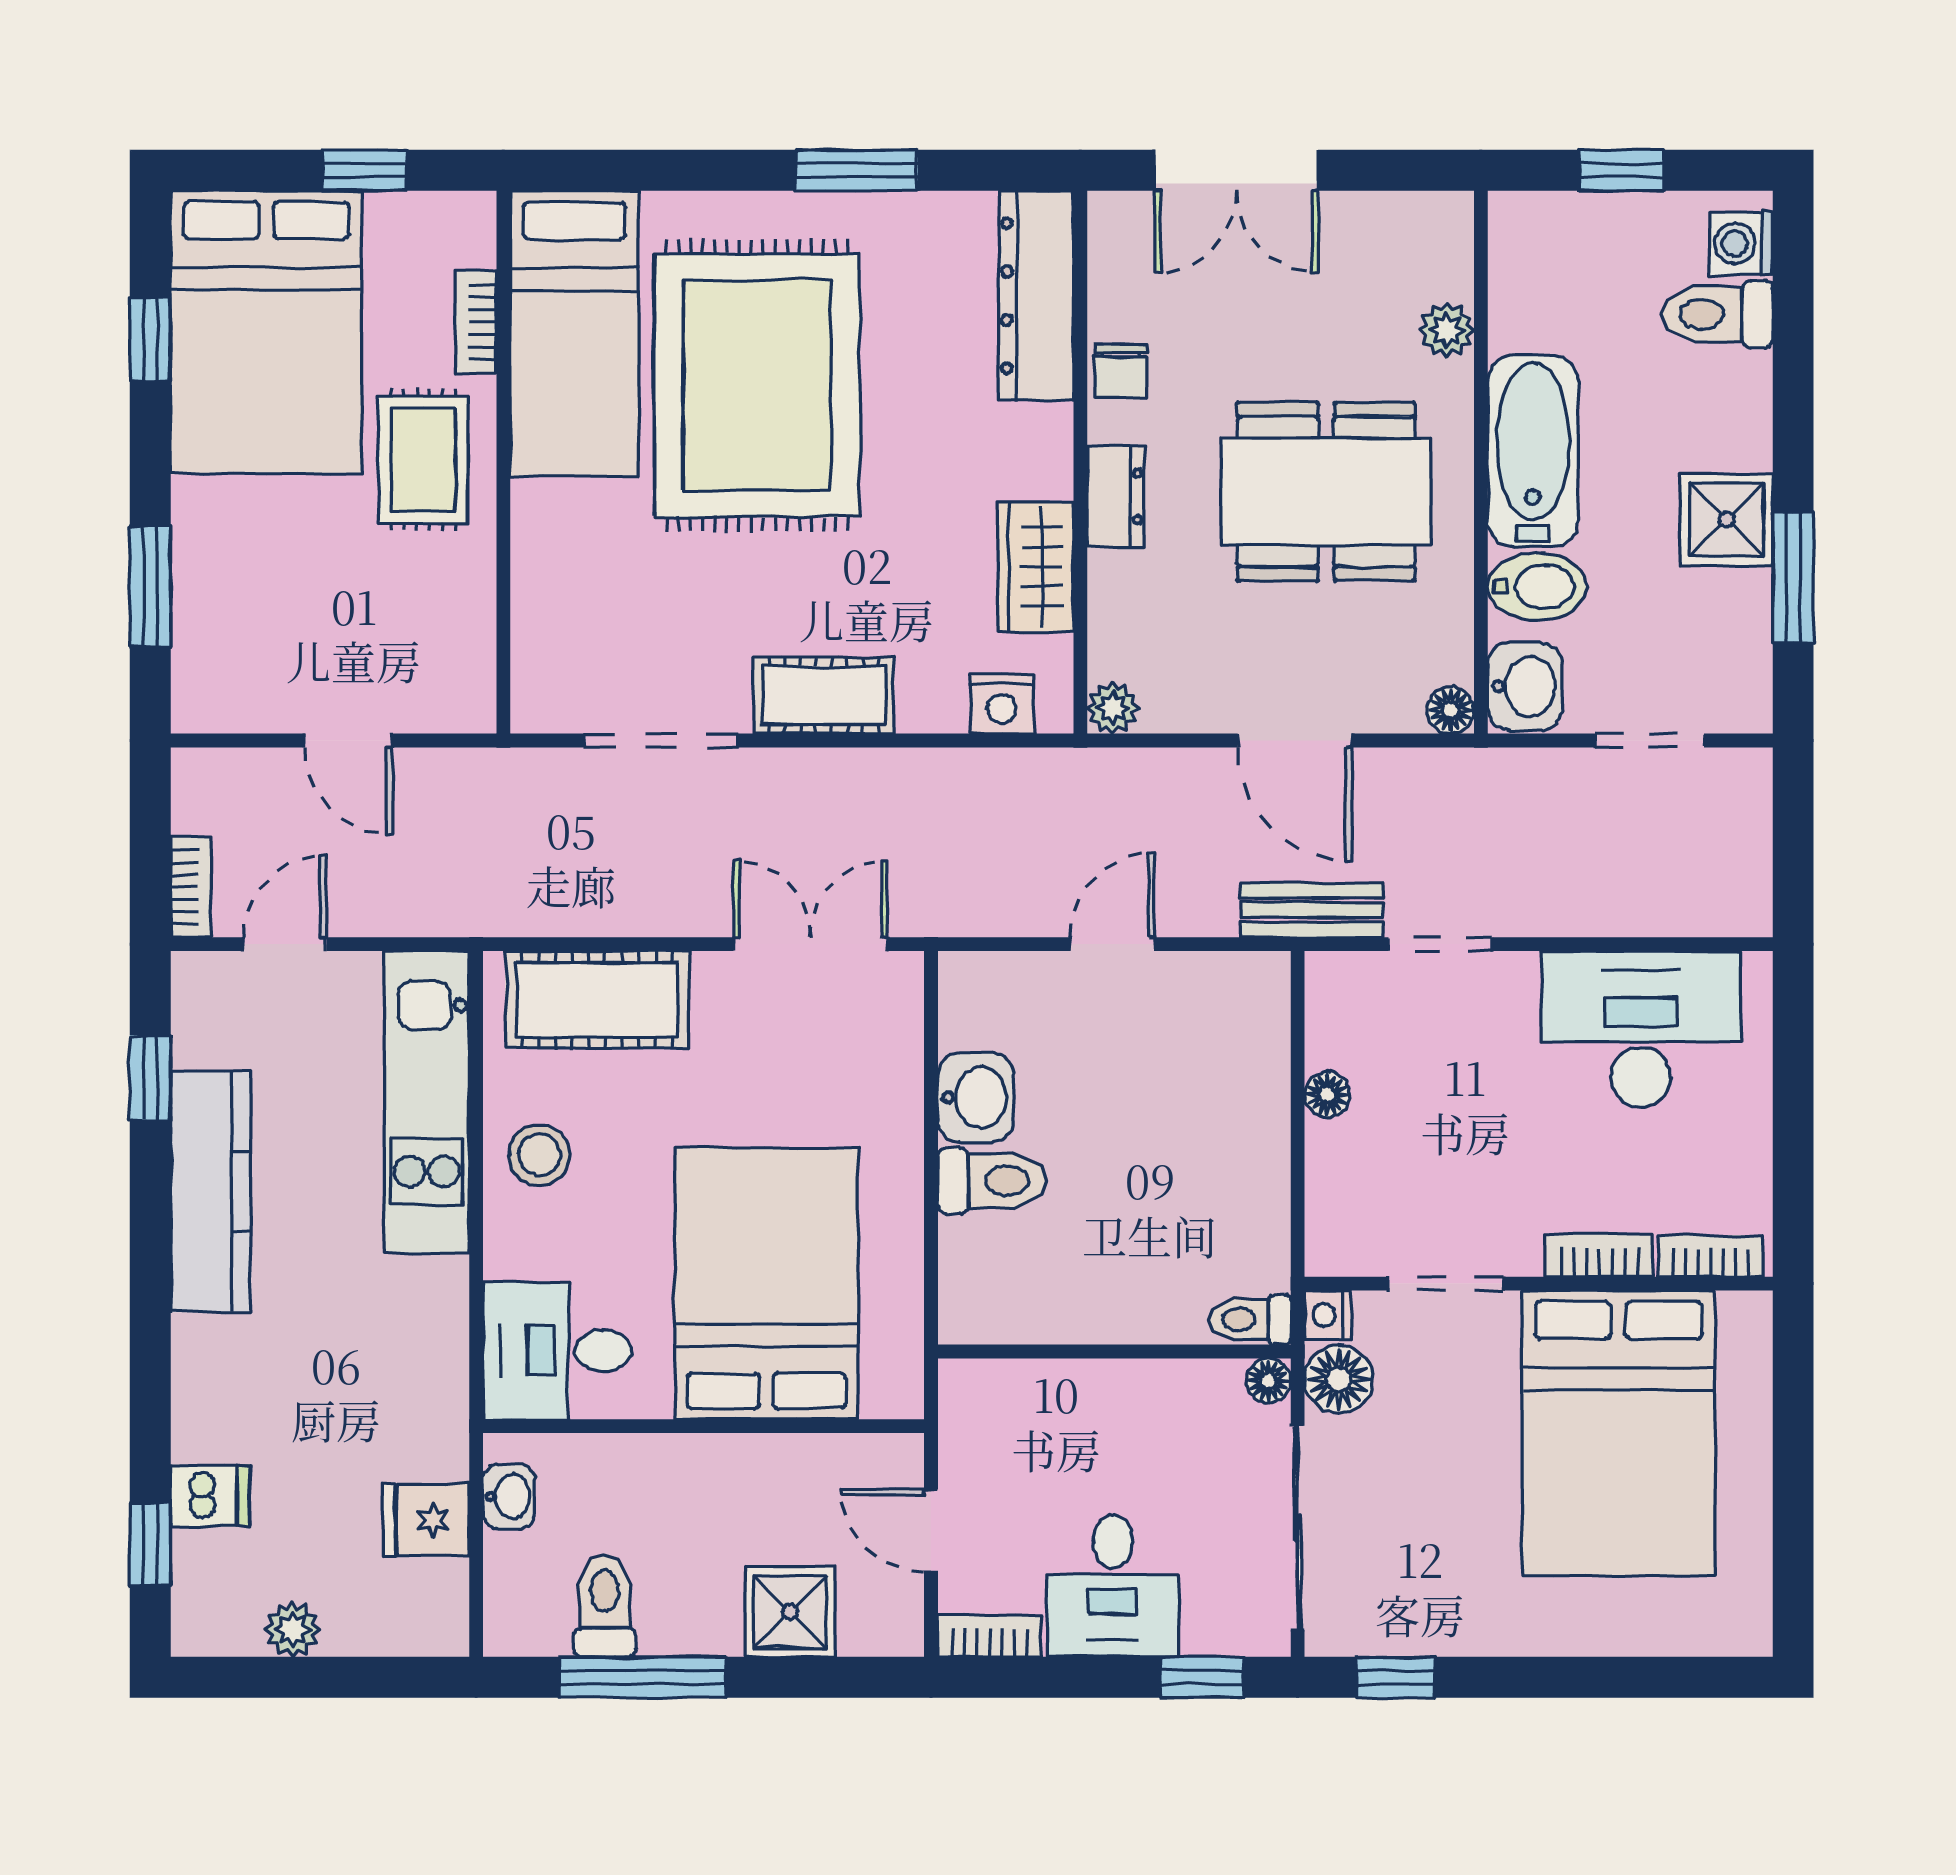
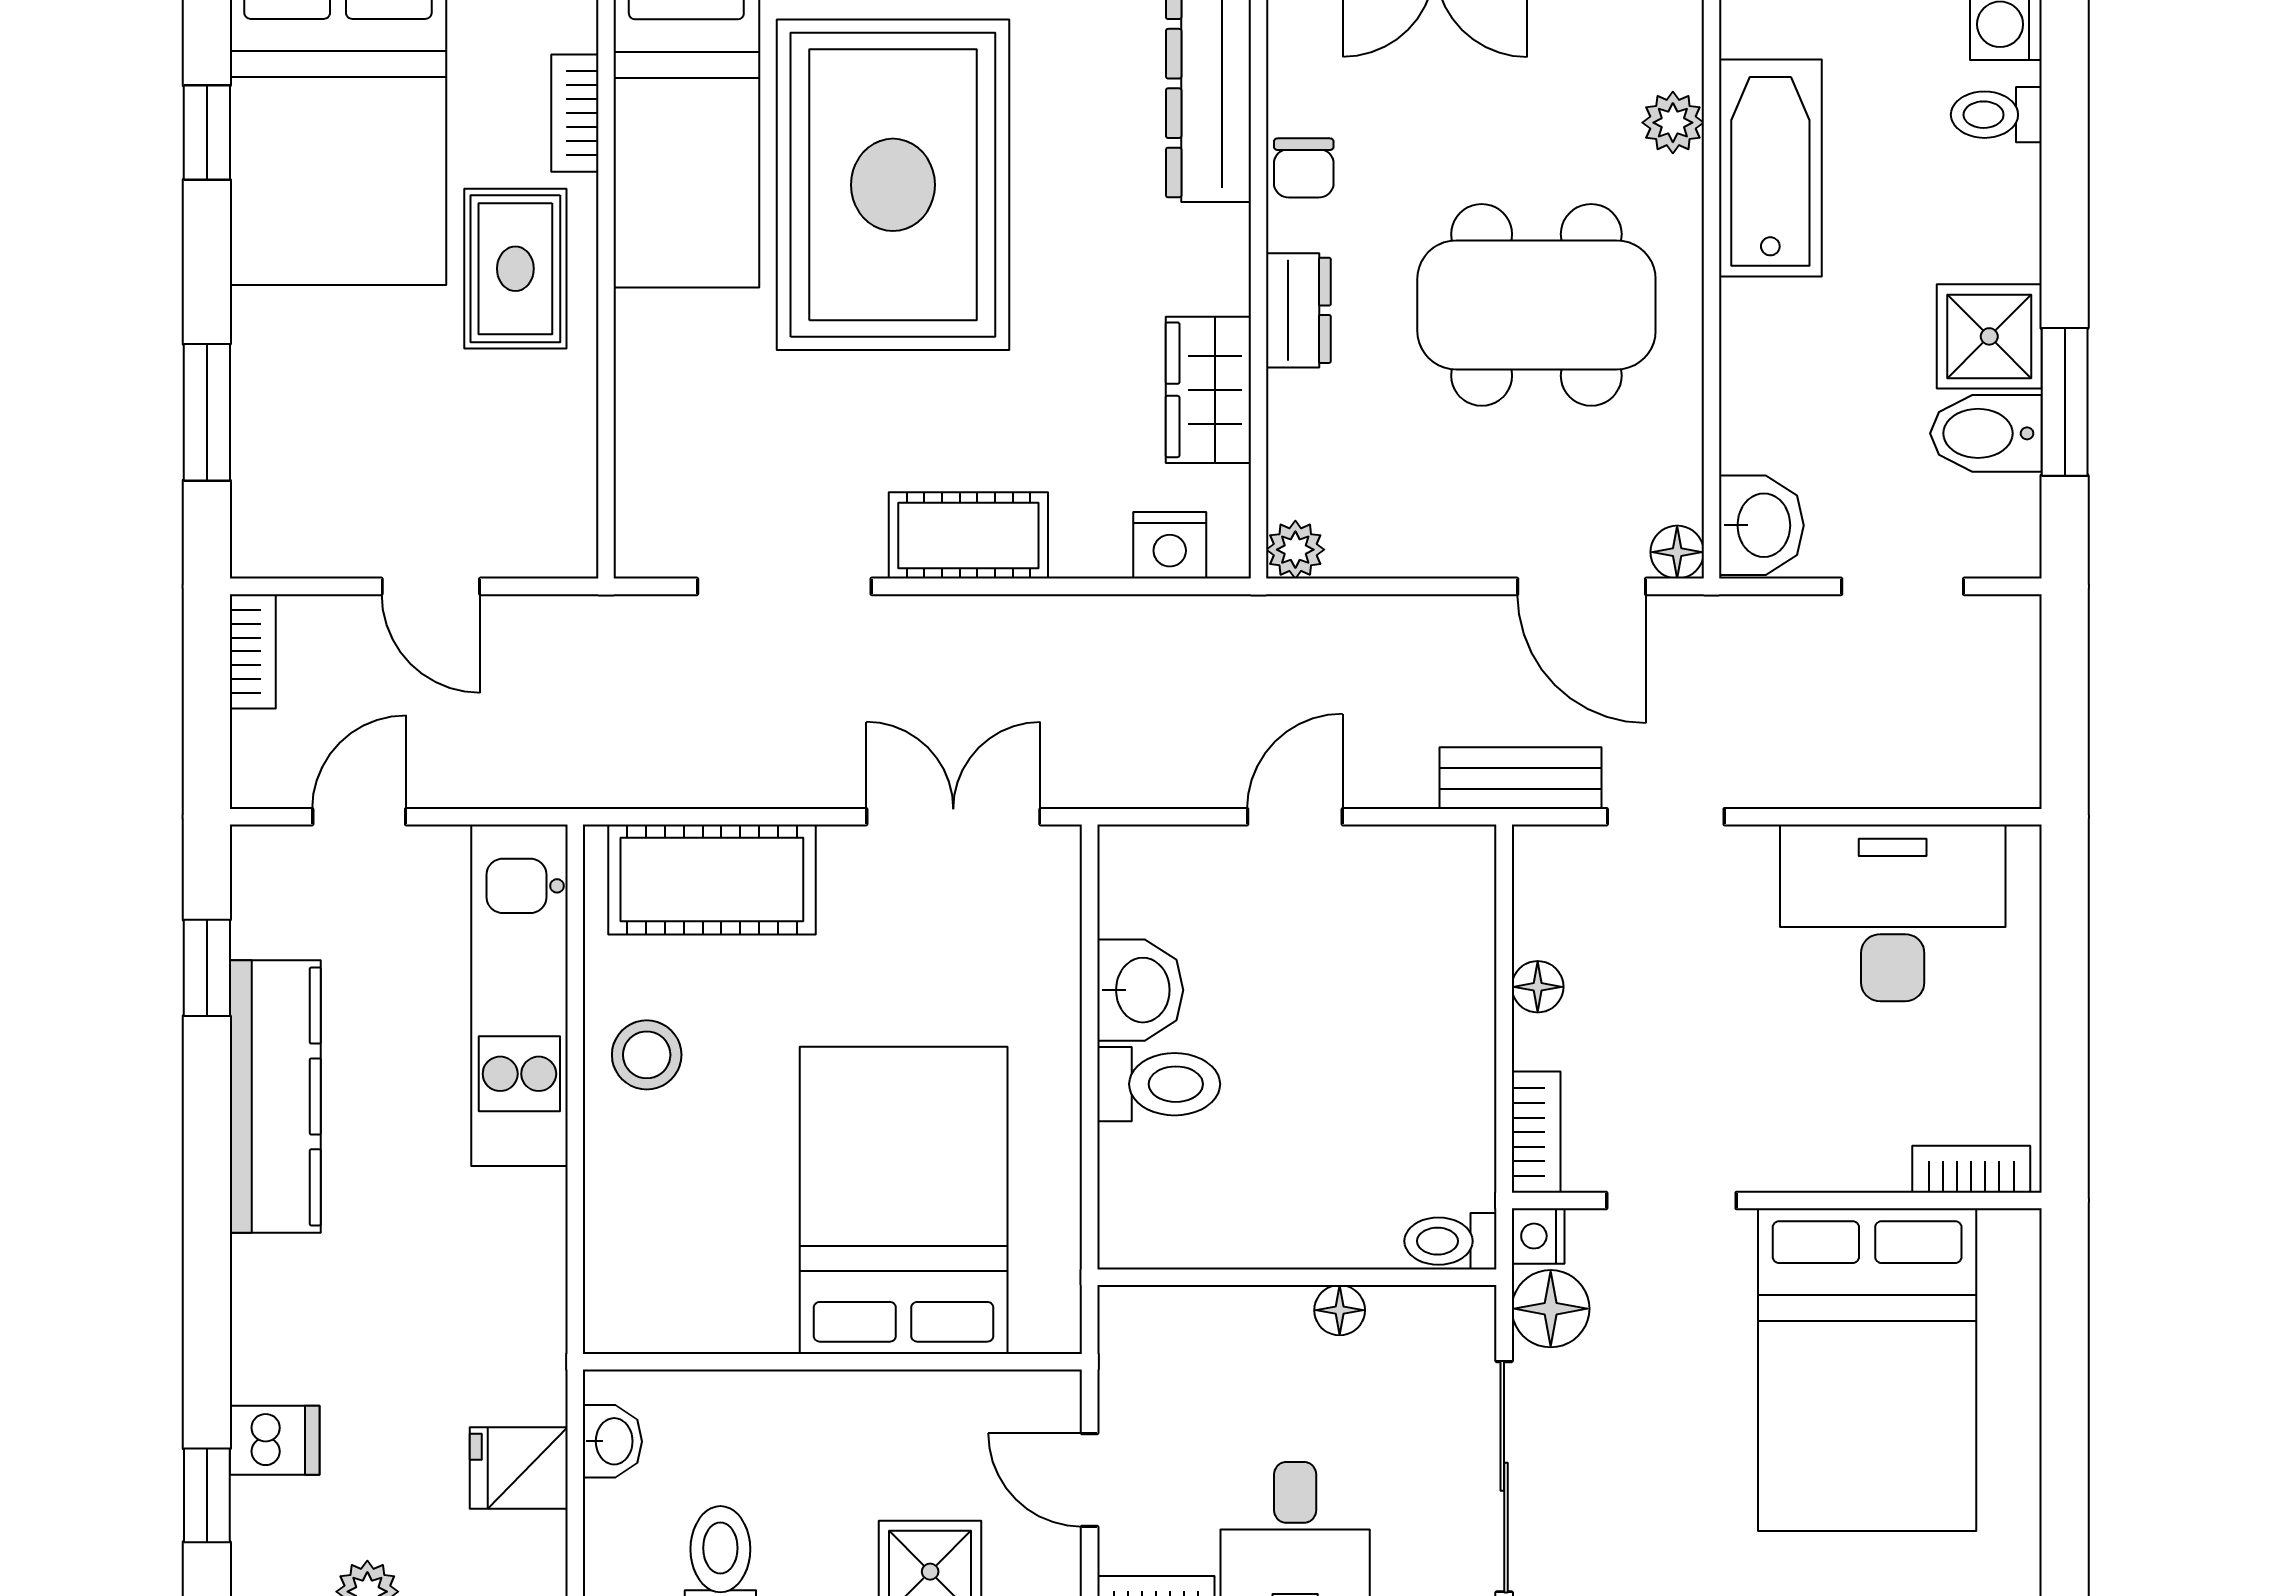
toilet: (1717, 314) -> (1996, 115), width x0.73, depth x0.72
bathtub: (1533, 451) -> (1770, 168), moved
bidet: (1537, 587) -> (1986, 433), moved, turned 180
door: (1295, 741) -> (1582, 586), moved
bookcase: (191, 887) -> (253, 651), moved
bookcase: (1599, 1255) -> (1536, 1132), moved, turned 90
desk: (557, 1351) -> (667, 1276), removed
floor lamp: (1268, 1381) -> (1340, 1310), moved

